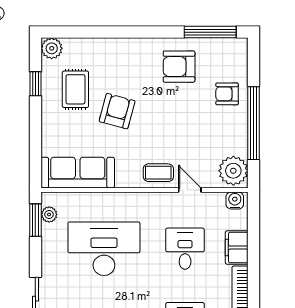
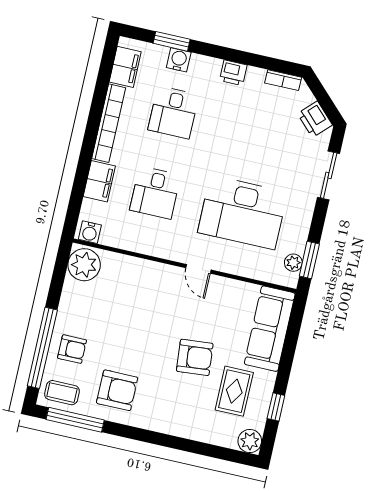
armchair: (117, 111) -> (195, 357), turned -110
window: (254, 123) -> (42, 348), moved
sofa: (78, 173) -> (270, 329), moved, turned 90
coffee table: (158, 173) -> (62, 393), moved
door: (190, 190) -> (198, 269), moved

